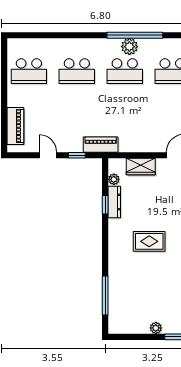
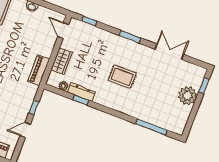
piano: (101, 145) -> (39, 70), moved
rug: (149, 241) -> (122, 77), turned 90
plant: (156, 328) -> (187, 96), width x1.87, depth x1.87

